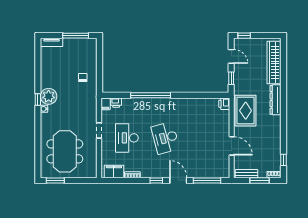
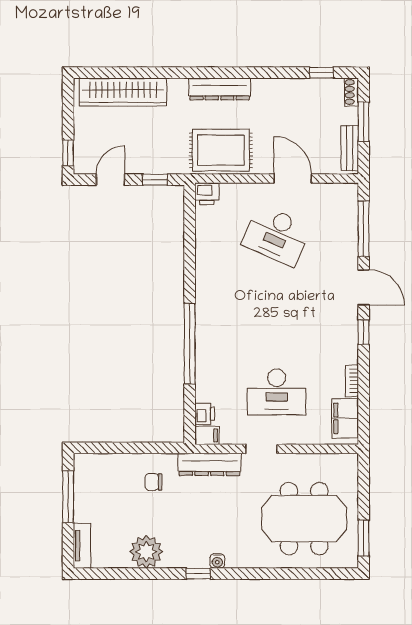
plant: (49, 96) -> (146, 552), moved
dresser: (276, 100) -> (220, 89), moved
dresser: (91, 105) -> (209, 464), added
desk: (165, 138) -> (277, 235), moved, turned 39
door: (232, 146) -> (293, 179), hinge flipped
door: (178, 181) -> (364, 287), swing flipped

